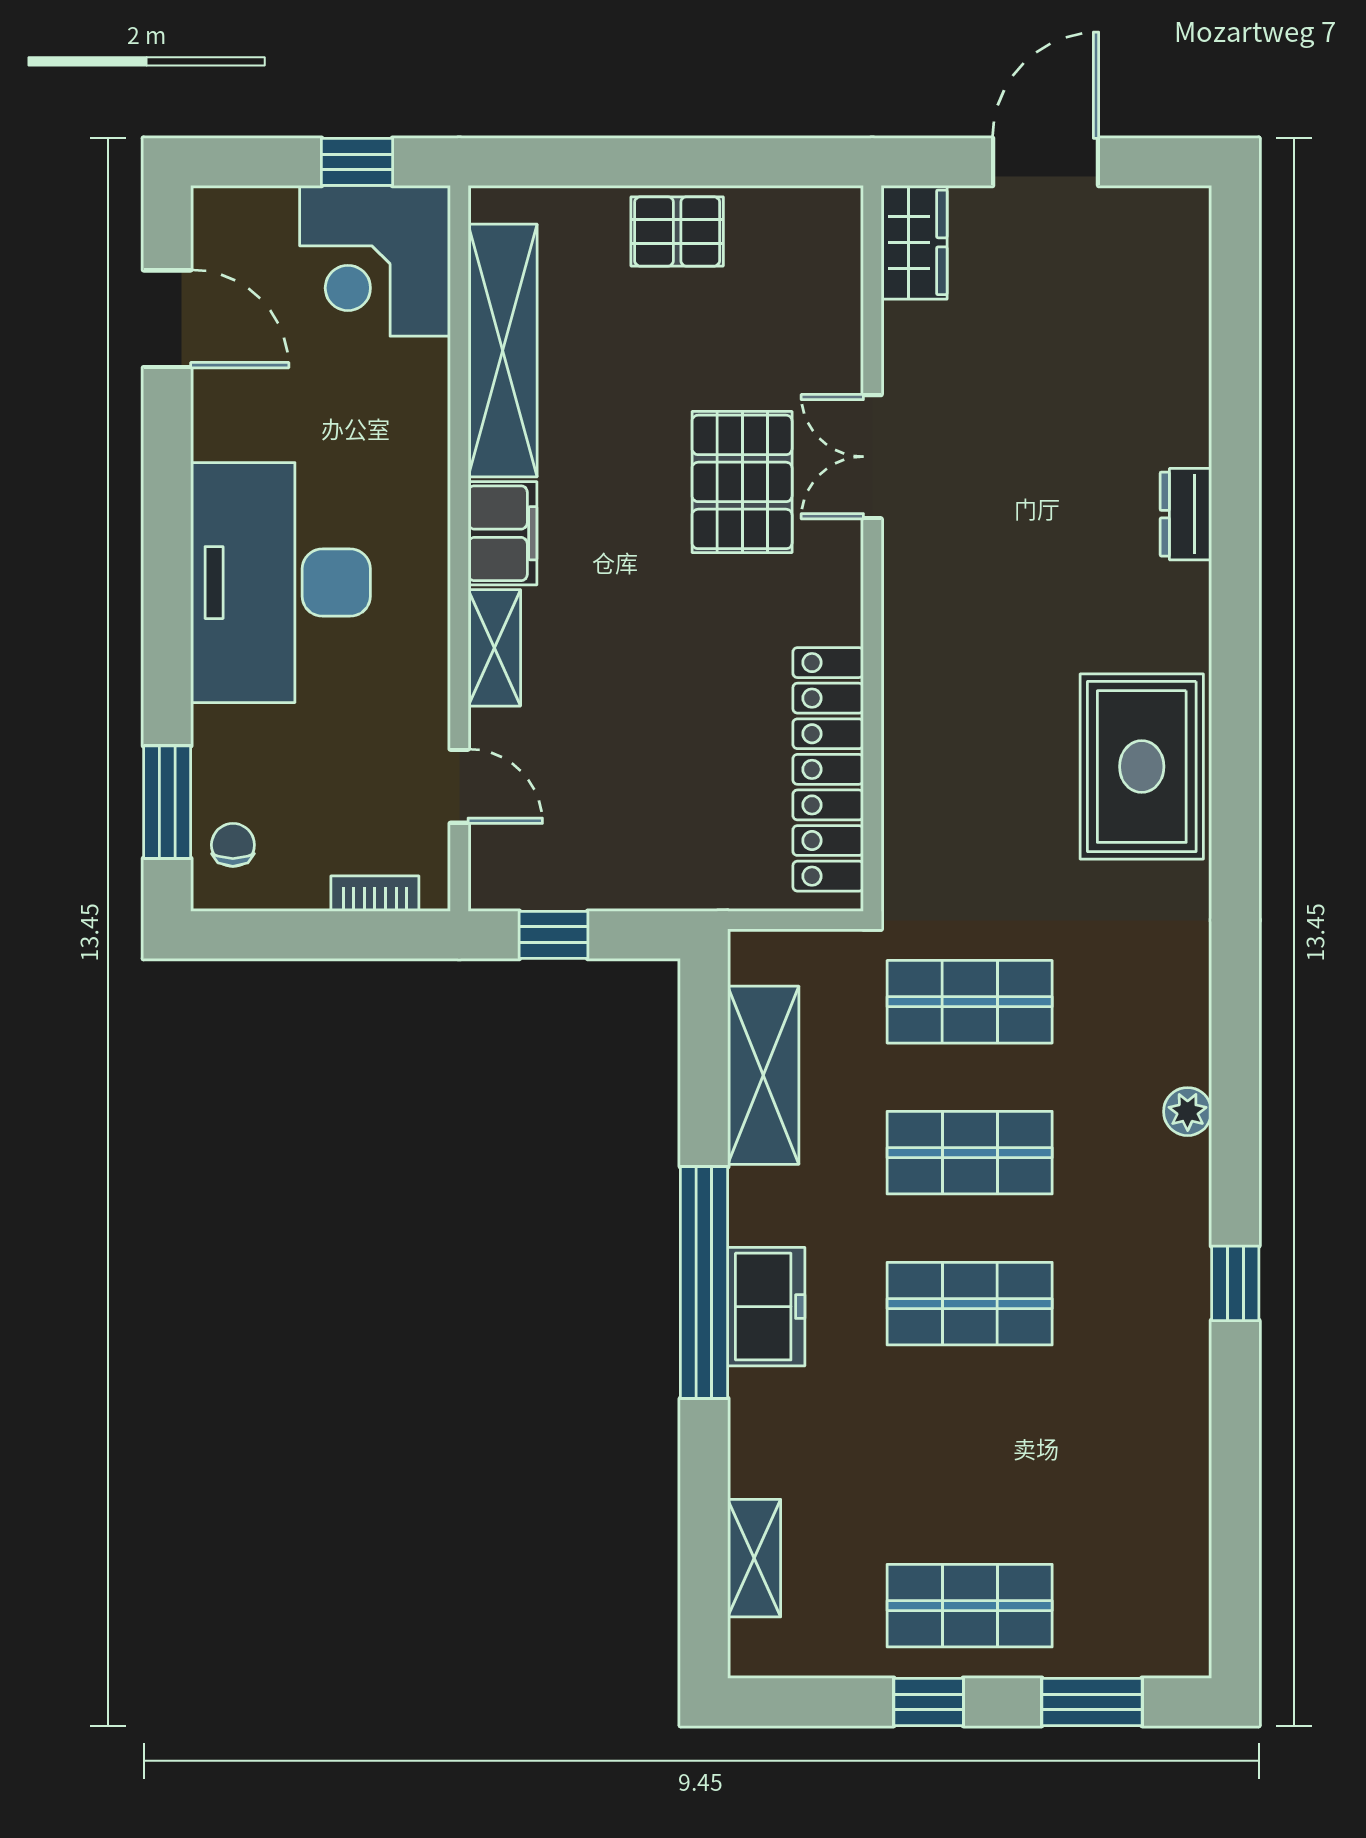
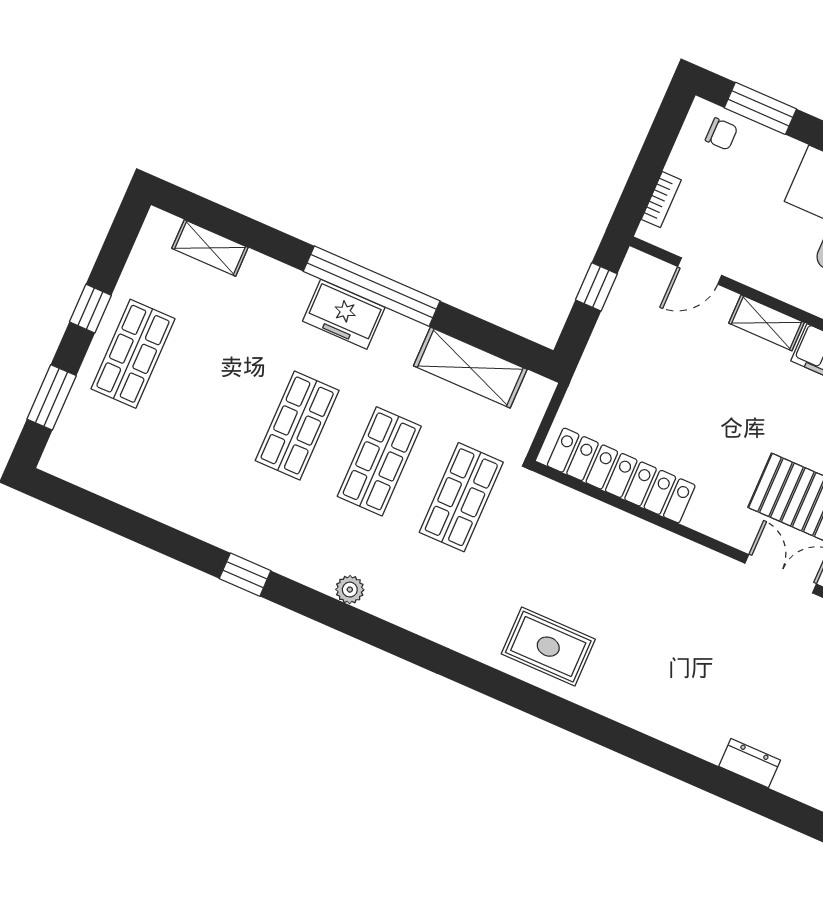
dresser: (1186, 514) -> (750, 763), moved
rug: (1142, 767) -> (548, 647), width x0.73, depth x0.70

